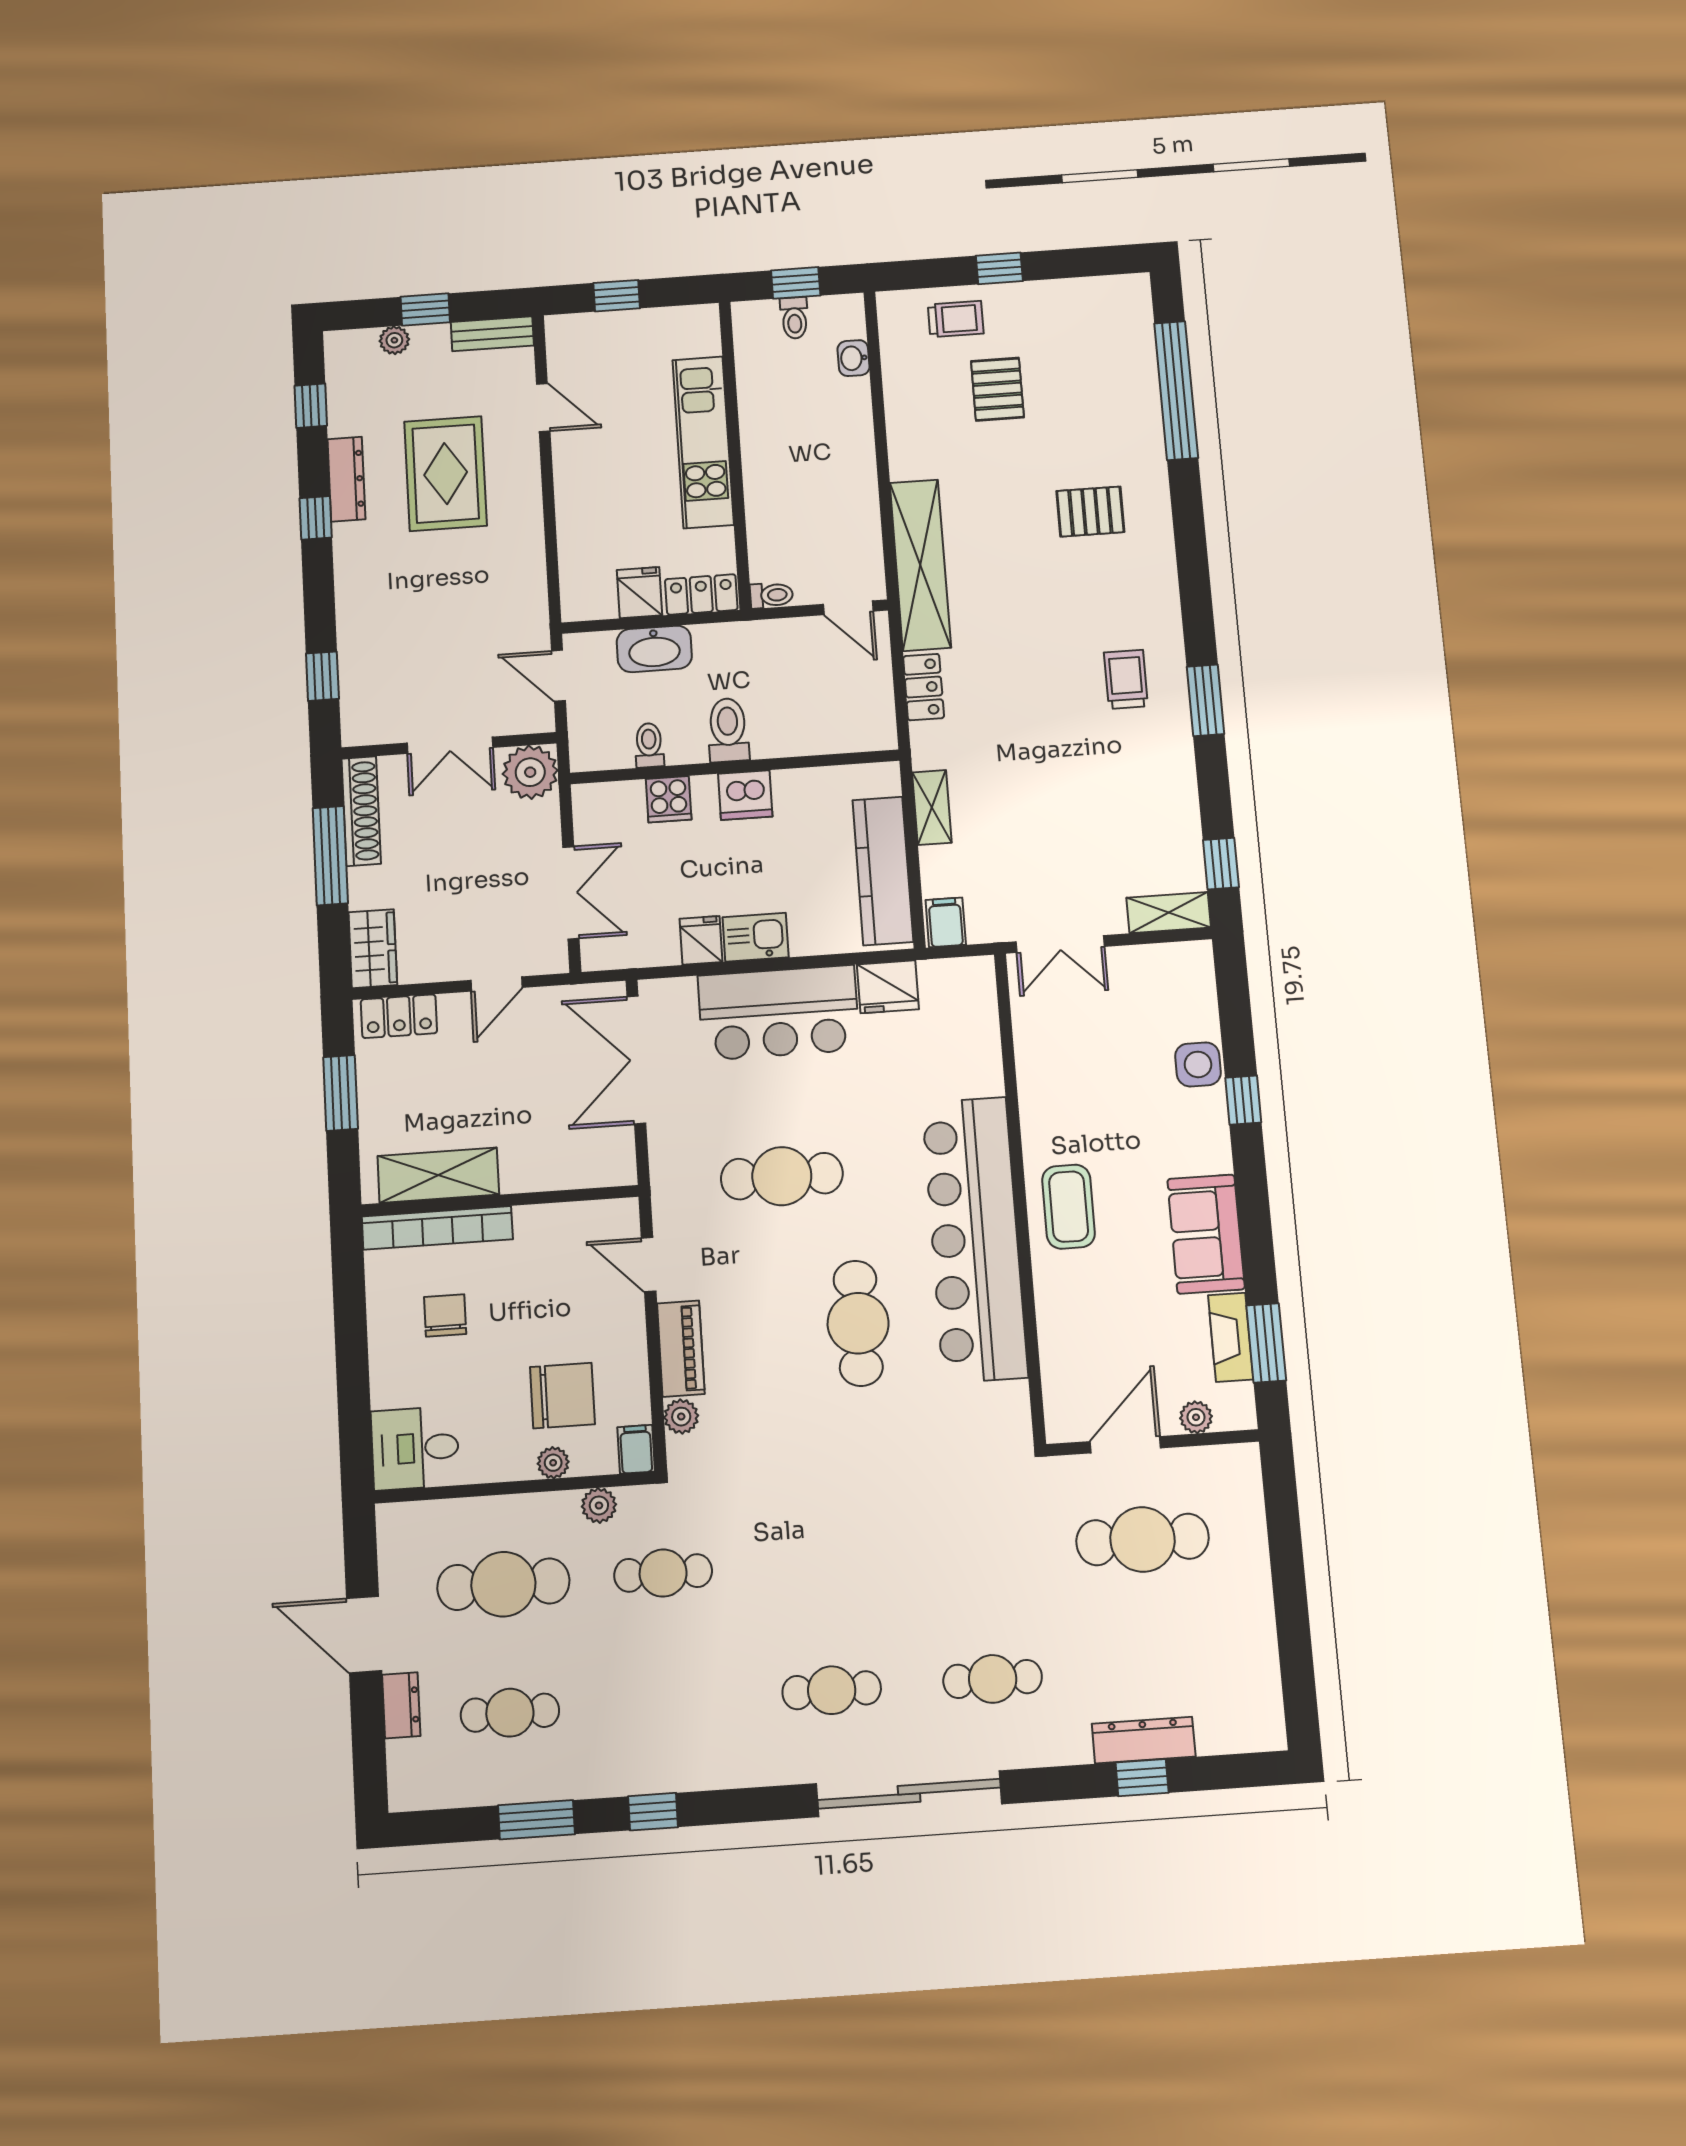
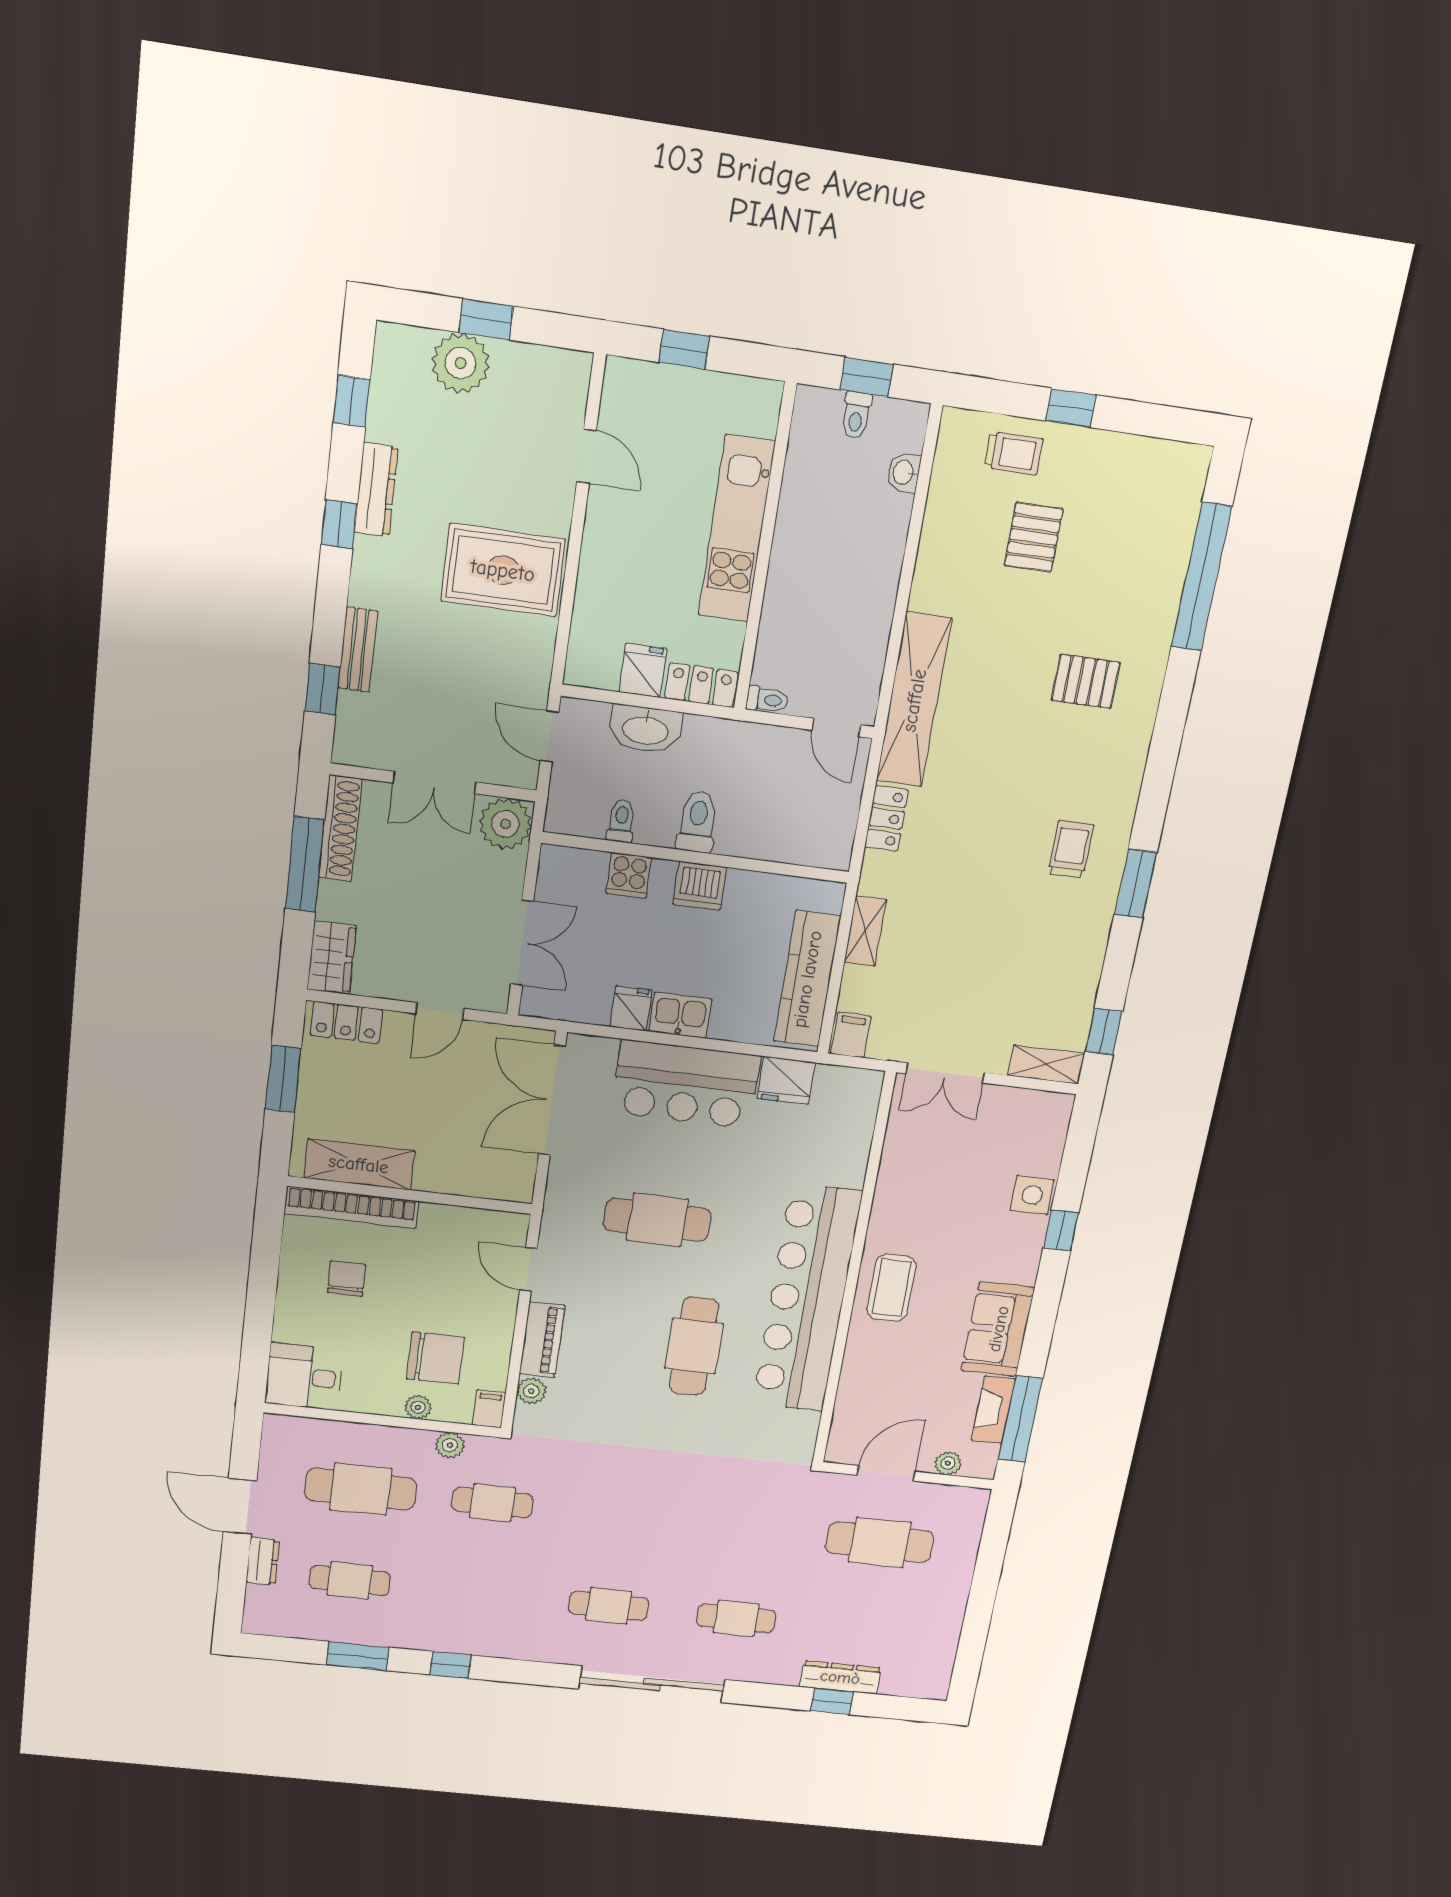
bench: (492, 334) -> (358, 650), moved, turned 90
plant: (394, 340) -> (461, 363), width x1.87, depth x1.87
rug: (446, 474) -> (503, 570), moved, turned 90
window: (1266, 1343) -> (1020, 1419), width x1.44

